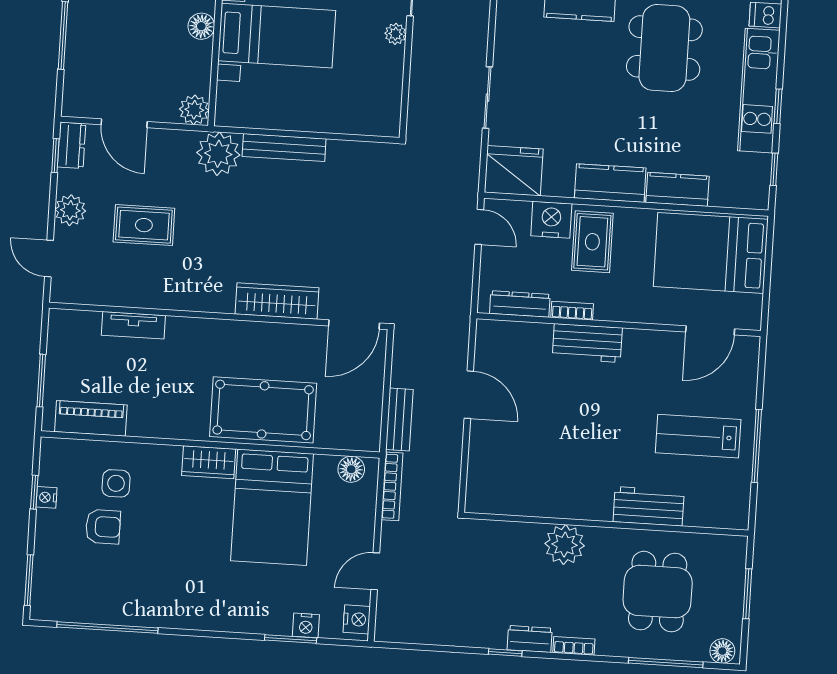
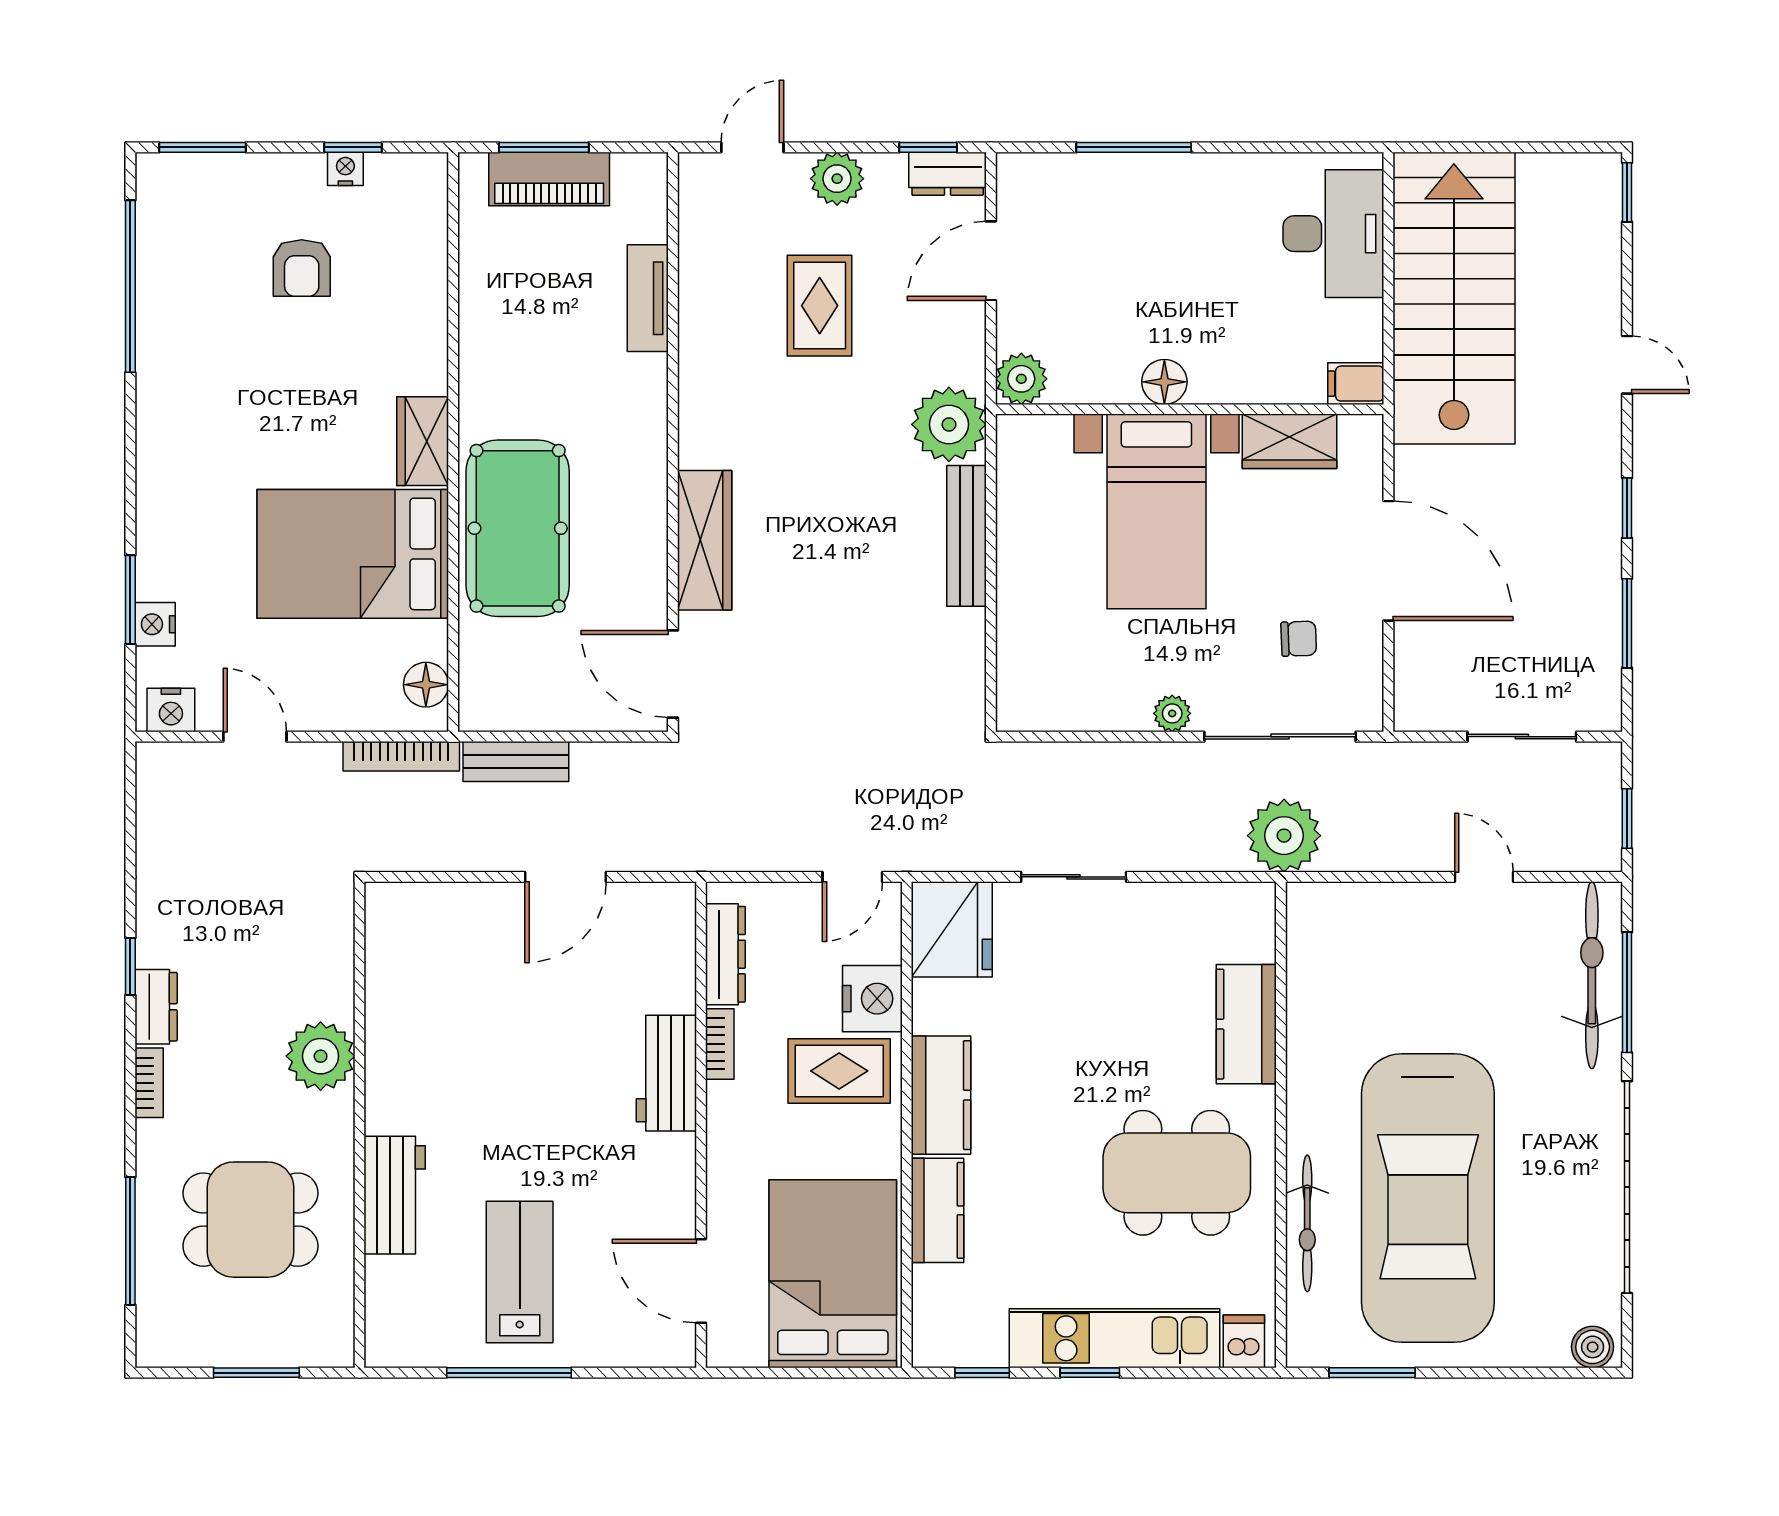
piano: (91, 418) -> (549, 179), moved, turned 90
side table: (116, 483) -> (377, 286), removed
floor lamp: (722, 651) -> (156, 1336), removed

